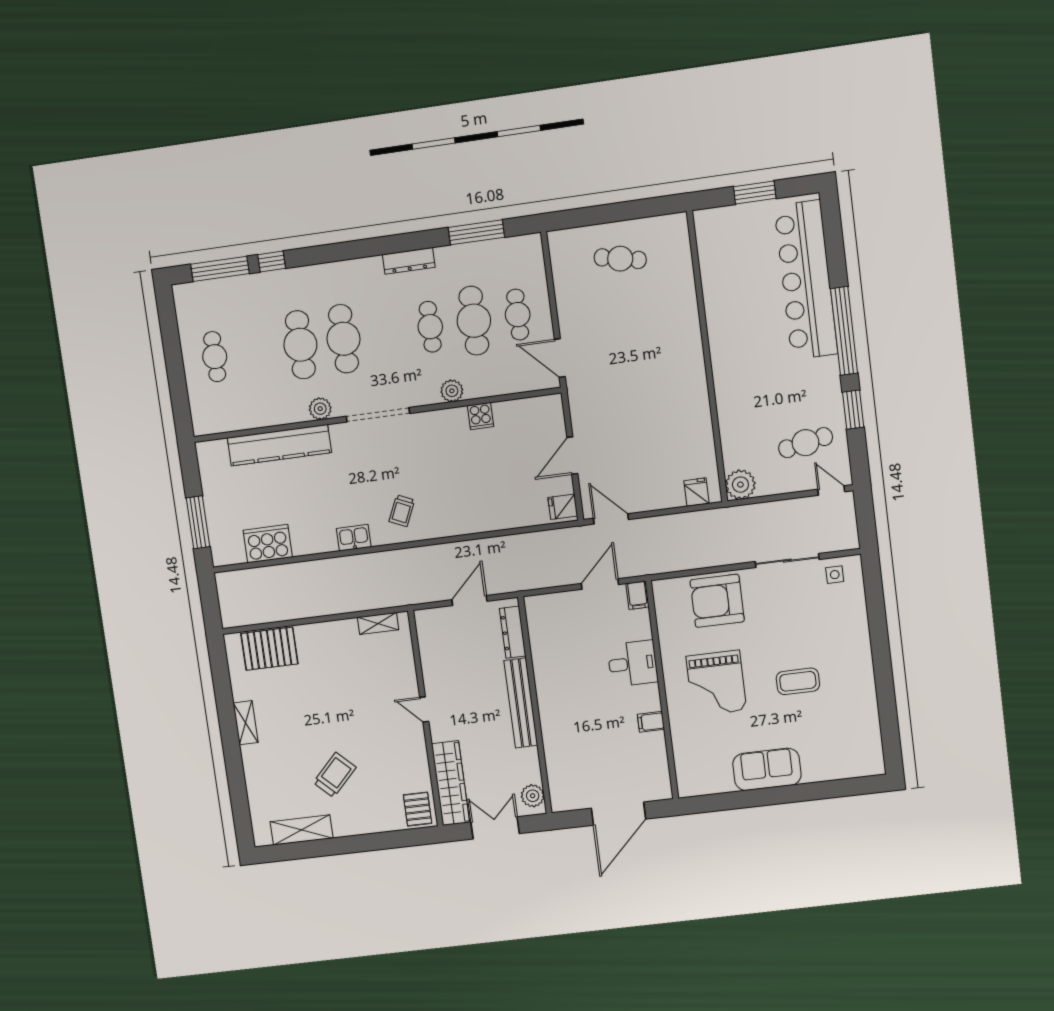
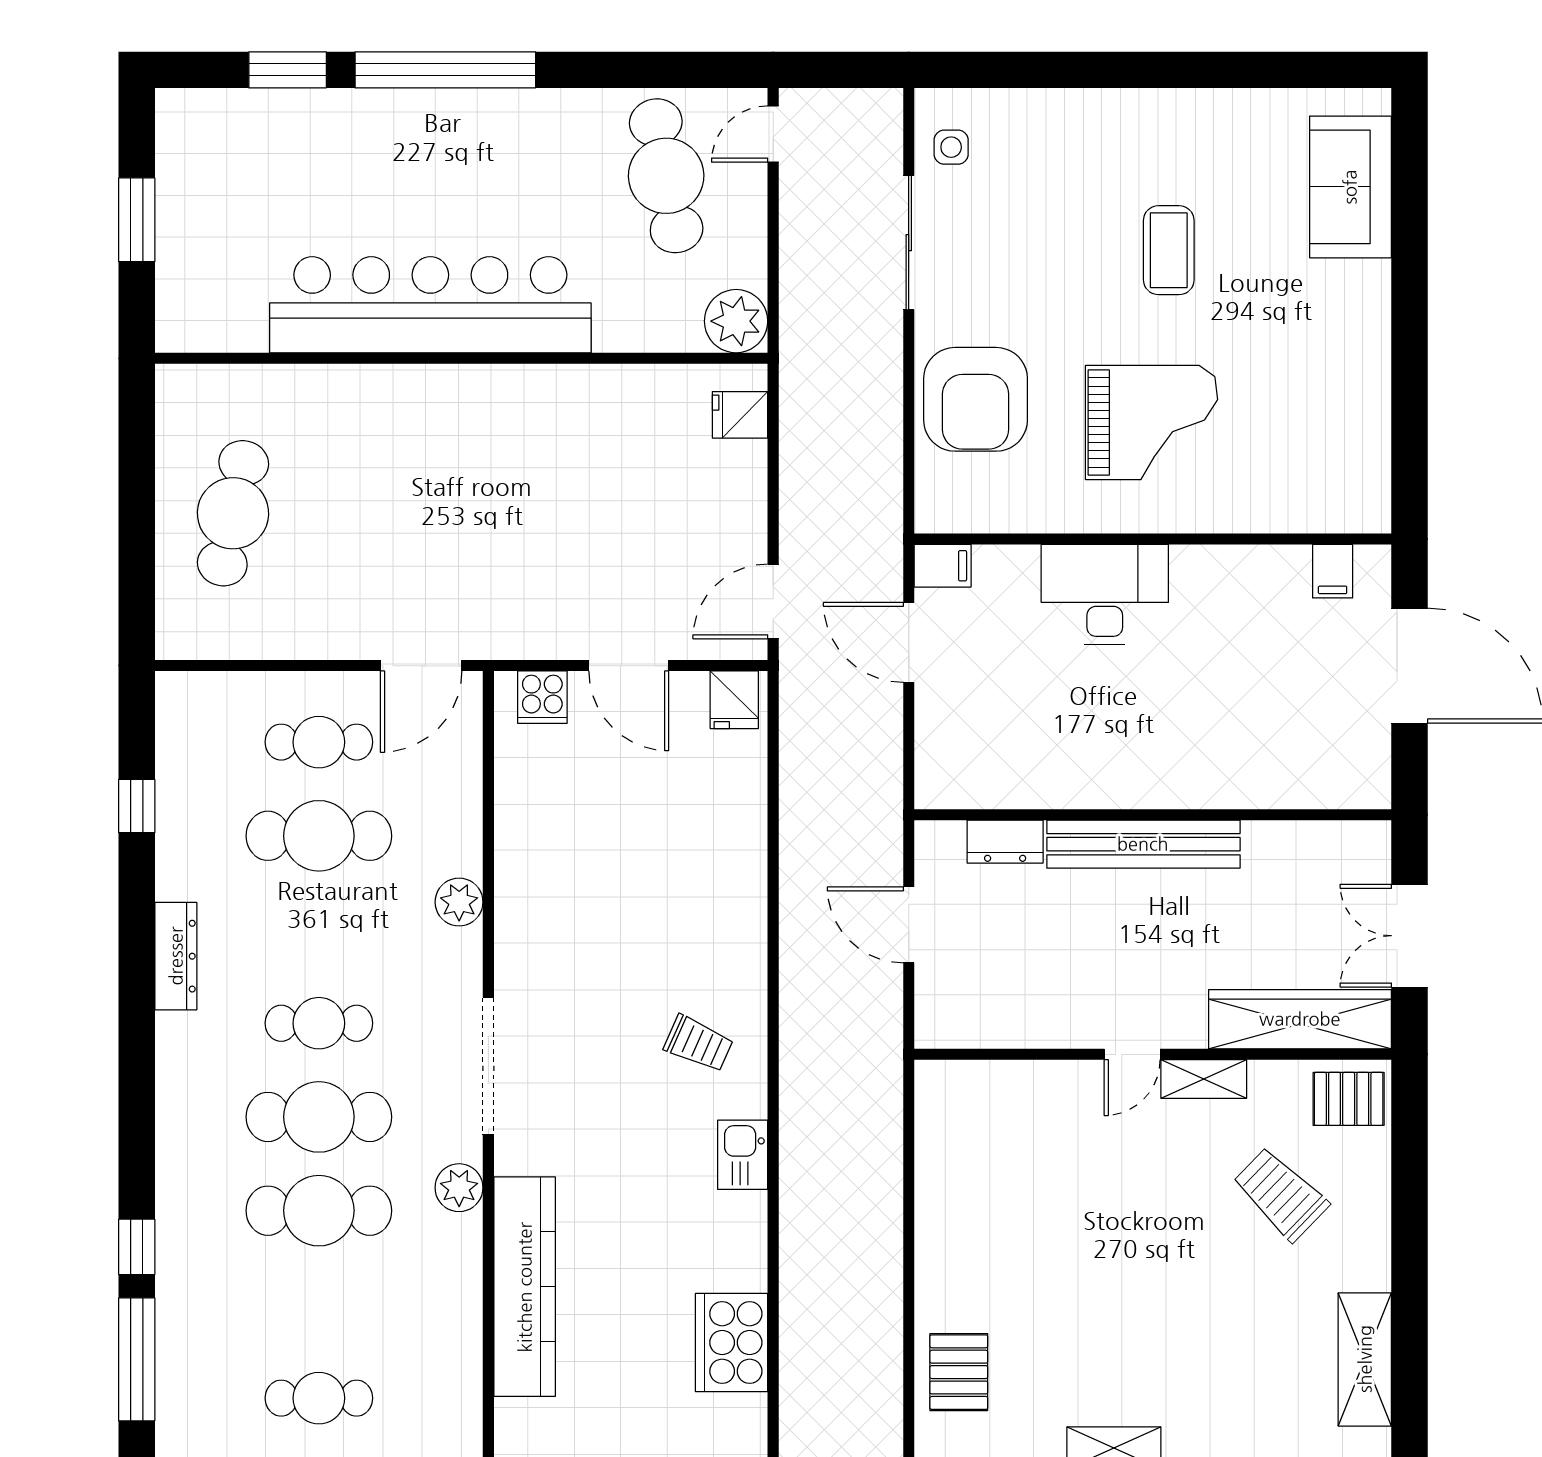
window: (476, 232) -> (137, 806), width x0.46
cafe table: (620, 259) -> (233, 513), width x1.37, depth x1.35
bar counter: (806, 280) -> (430, 305), moved, turned 180
cafe table: (430, 327) -> (319, 1023), moved
window: (853, 410) -> (288, 70), moved
cooker: (480, 416) -> (542, 697), moved, turned 90
cafe table: (806, 443) -> (666, 176), width x1.37, depth x1.35
shelving: (378, 623) -> (1204, 1079), moved, turned 90
dresser: (513, 632) -> (1005, 842), width x0.70
pallet: (269, 649) -> (959, 1372), width x0.67, depth x0.71
desk: (633, 663) -> (1105, 594), width x1.37
filing cabinet: (651, 722) -> (1333, 571), moved
sofa: (767, 769) -> (1350, 187), moved
trolley: (335, 775) -> (1281, 1194), moved
plant: (533, 796) -> (1349, 845), removed

